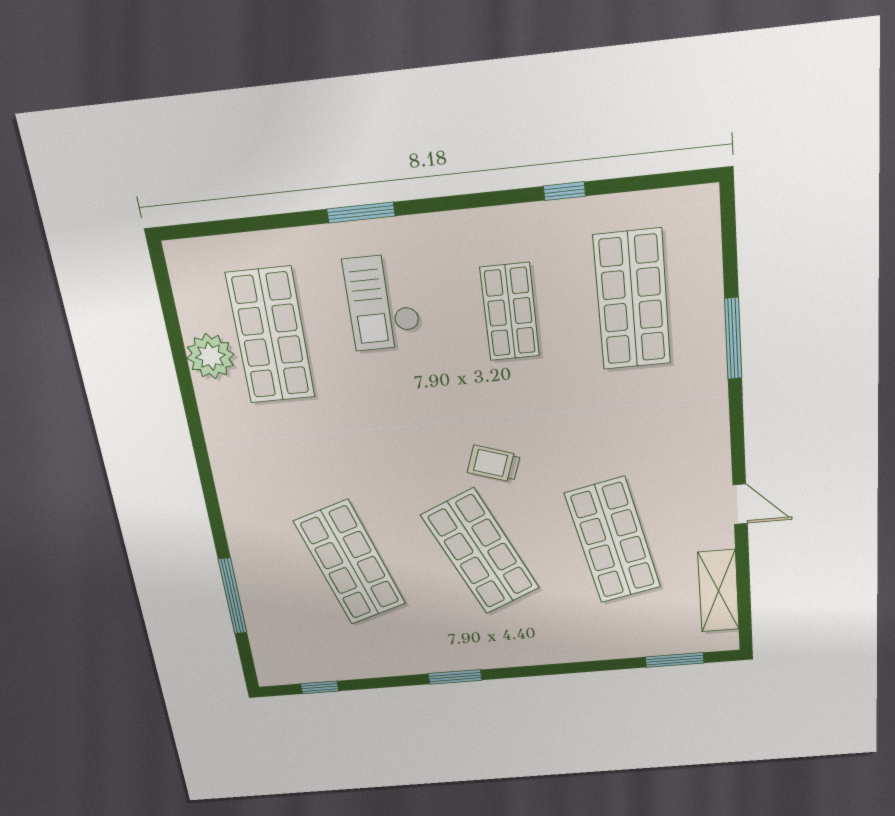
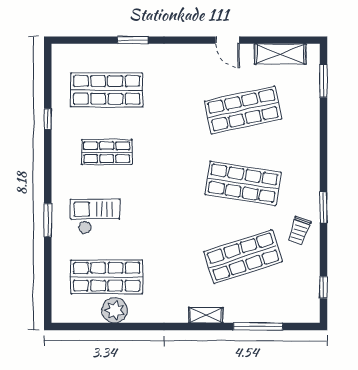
checkout: (382, 302) -> (95, 216), turned 180
window: (733, 339) -> (133, 40), width x0.69
trolley: (494, 464) -> (299, 231), moved
door: (740, 504) -> (227, 40), swing flipped
shelving: (234, 512) -> (206, 315), added
shop shelf: (480, 552) -> (243, 183), turned 33

